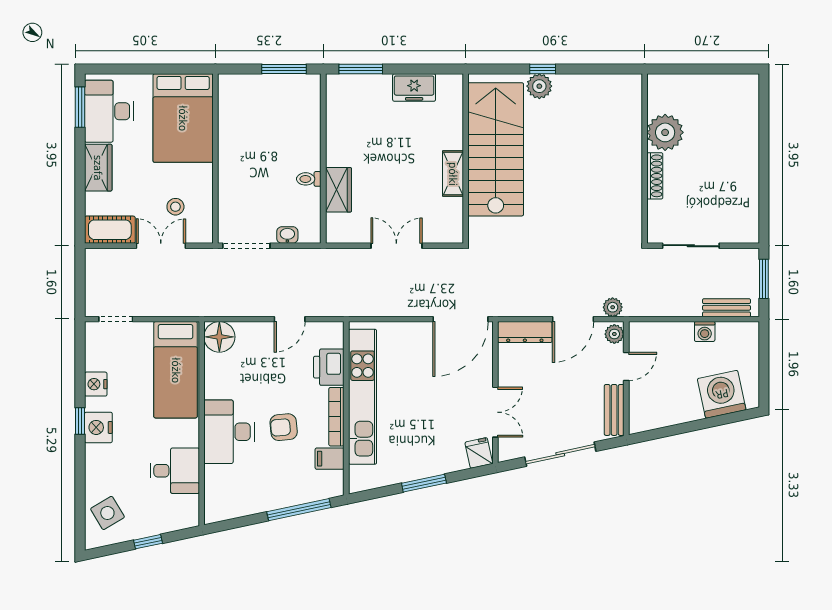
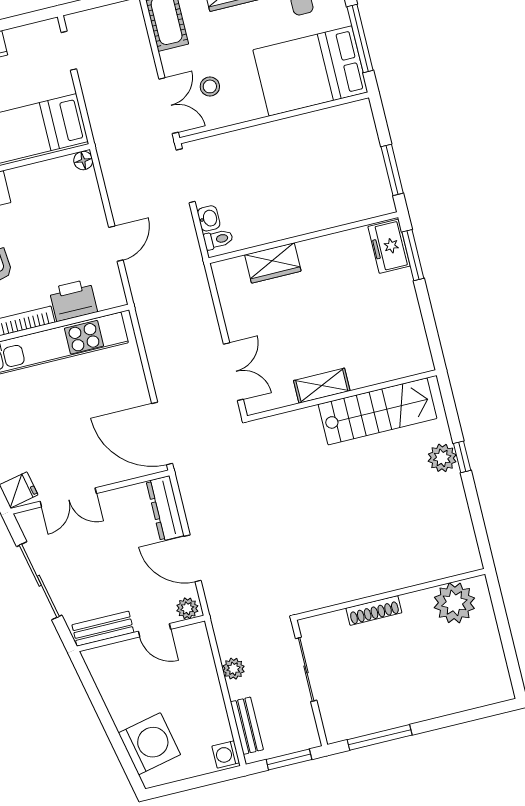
window: (166, 69) -> (360, 38), added
freezer: (414, 87) -> (389, 246), moved
plant: (665, 132) -> (454, 603), moved
stairs: (496, 149) -> (378, 411), width x0.73, depth x0.66
toilet: (309, 179) -> (218, 239), moved, turned 90
window: (764, 197) -> (380, 737), added
double door: (161, 246) -> (169, 106), moved
double door: (396, 246) -> (233, 372), moved
plant: (613, 307) -> (234, 669), moved
door: (290, 319) -> (116, 244), swing flipped
washing machine: (705, 332) -> (226, 754), moved
floor lamp: (219, 337) -> (83, 160), width x0.53, depth x0.53

